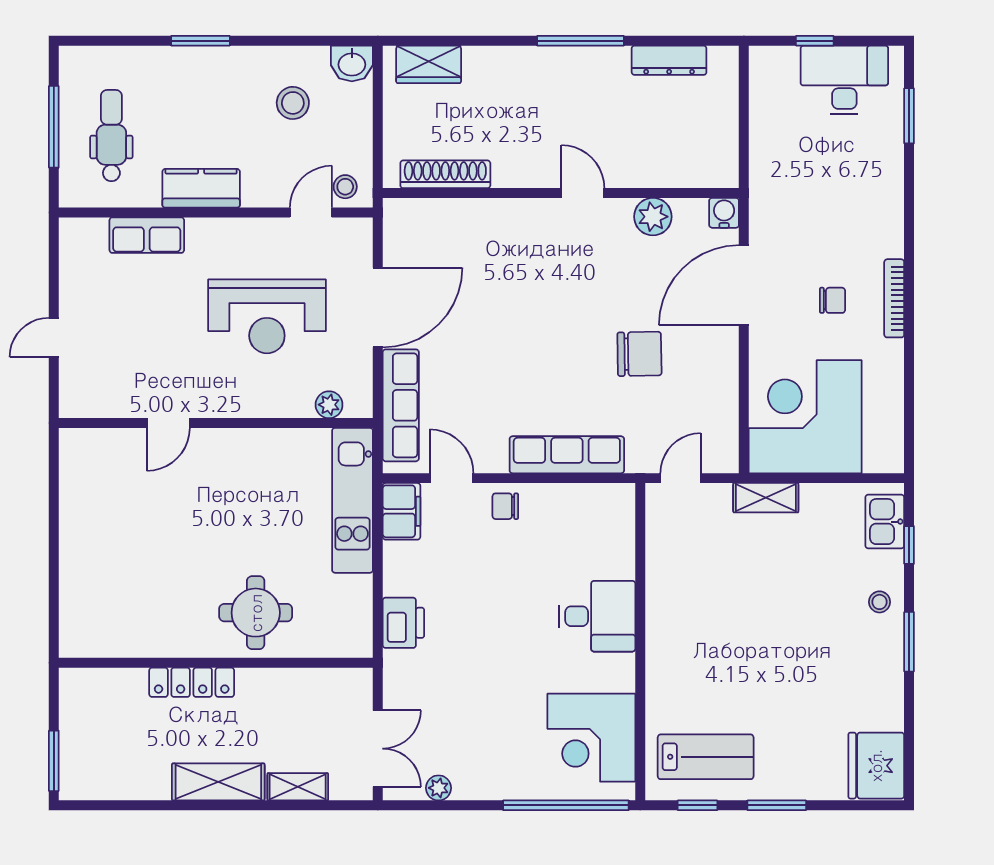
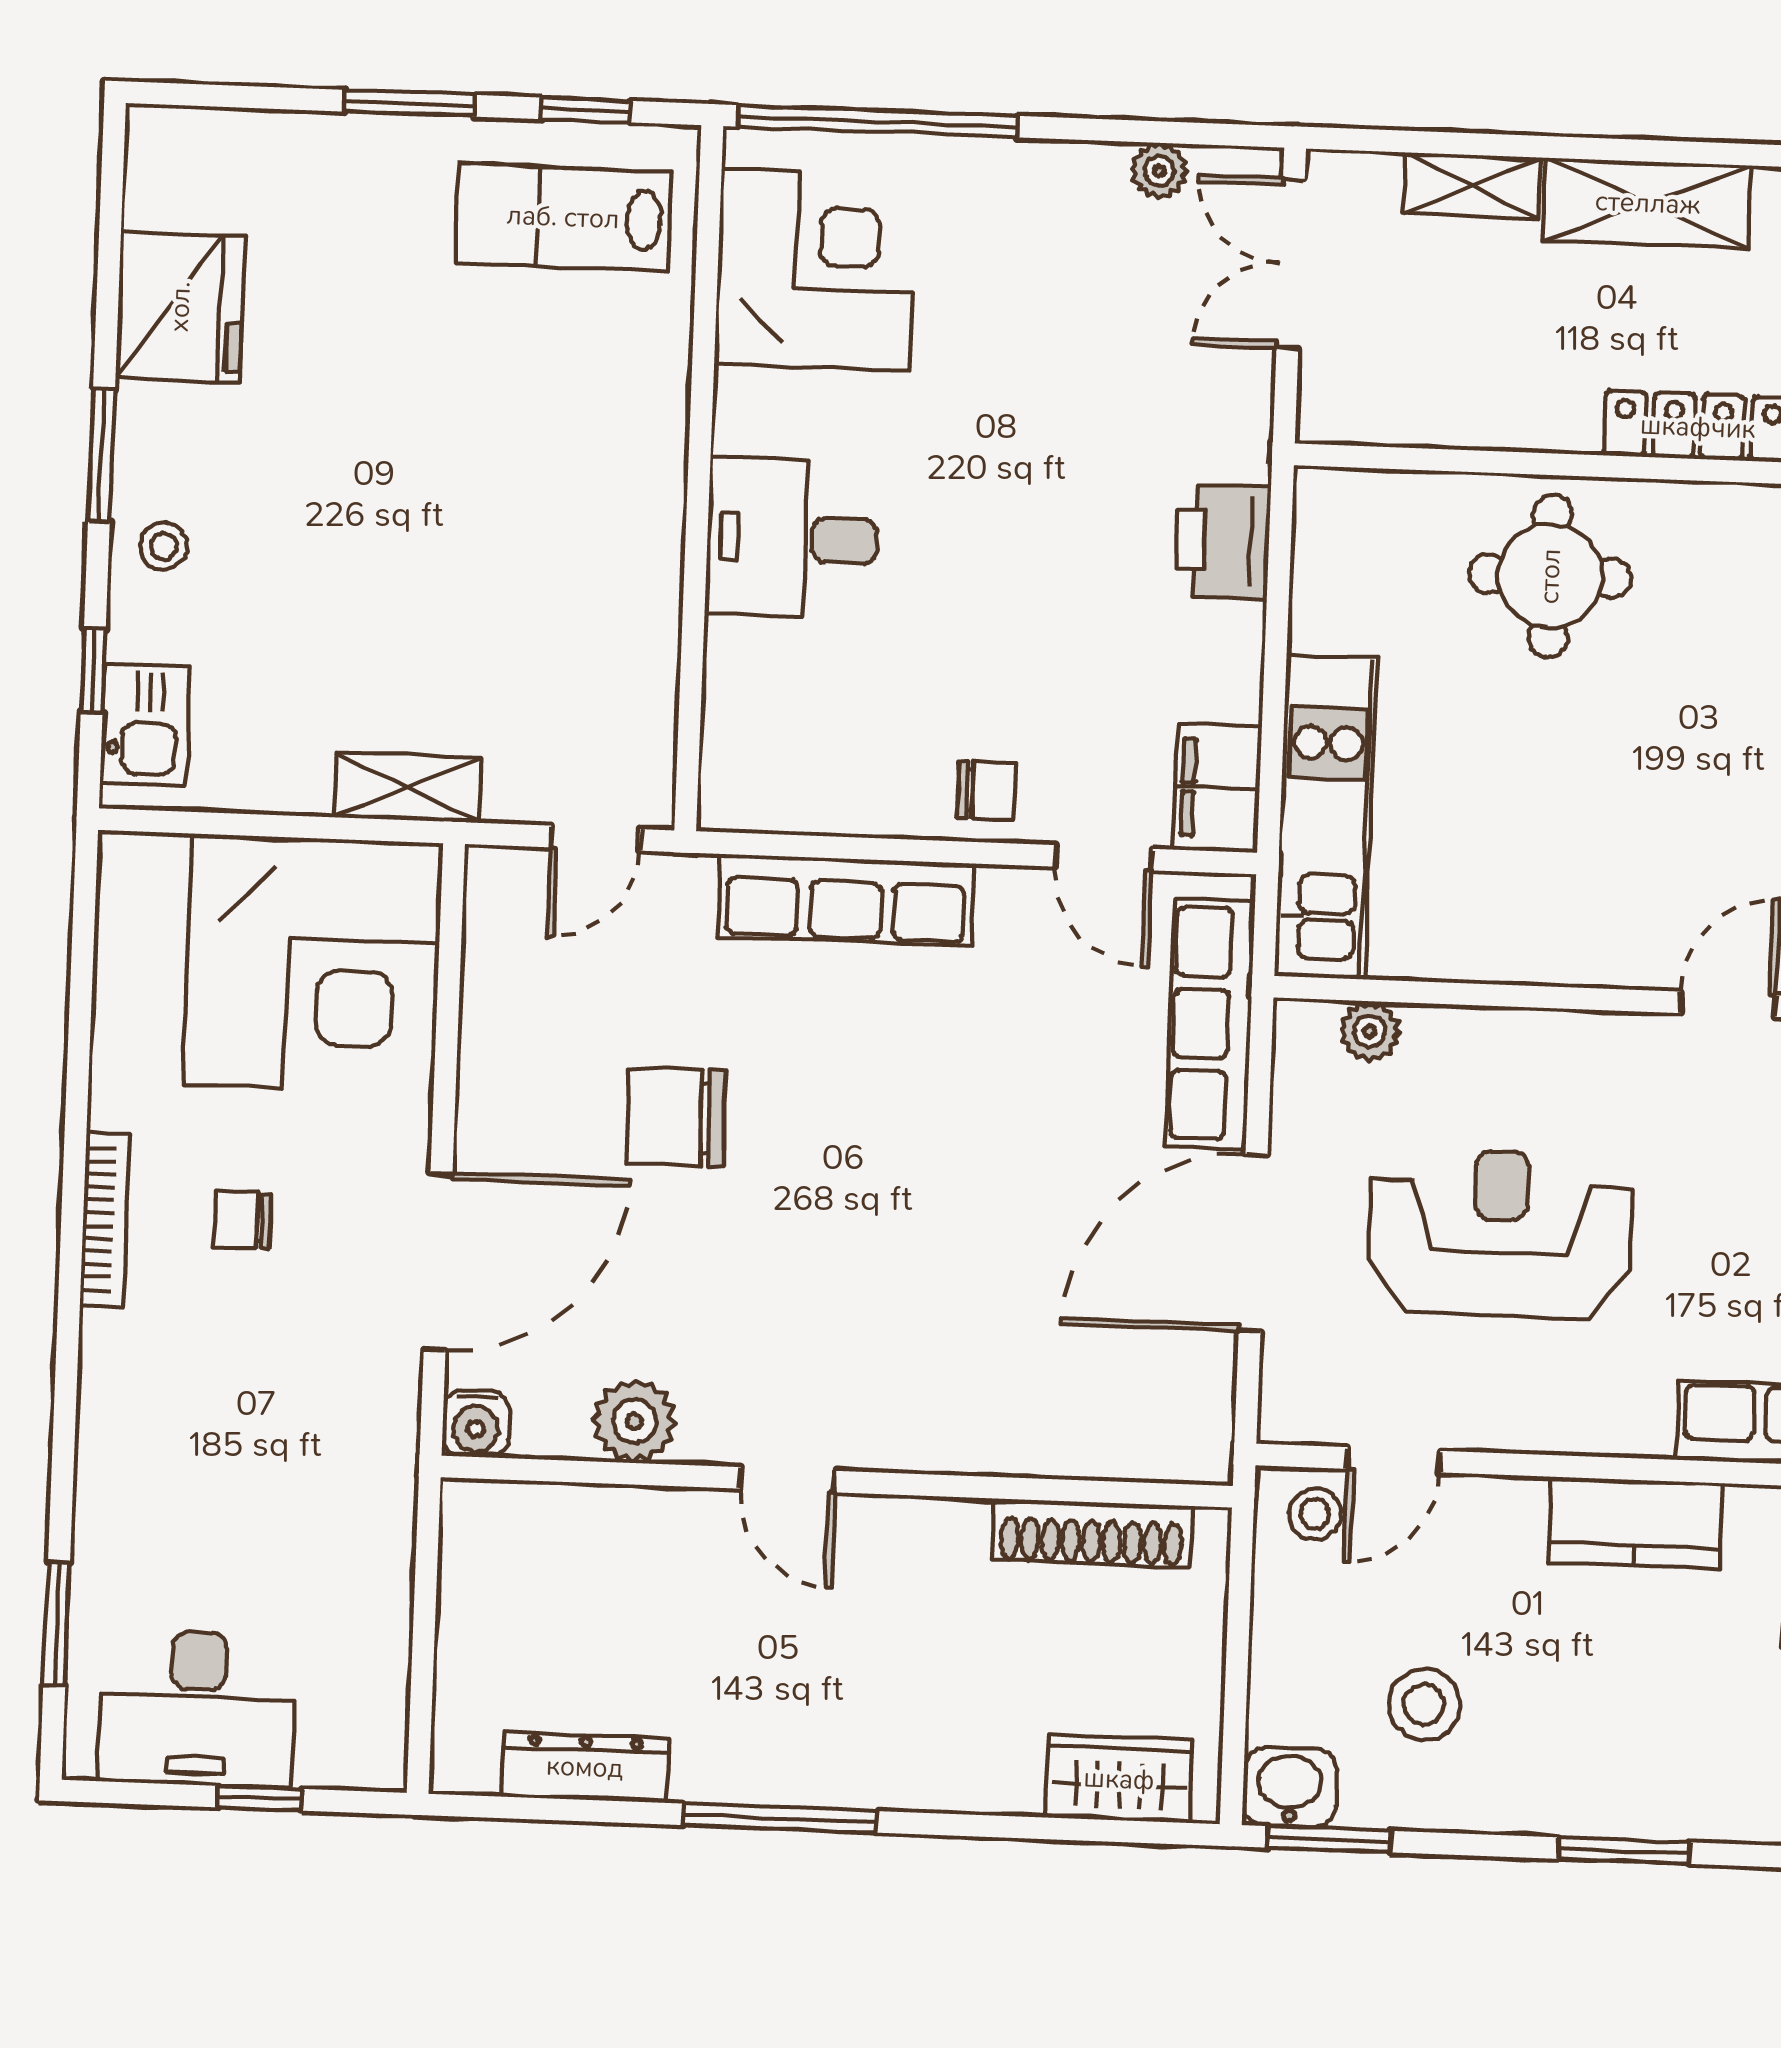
window: (333, 41) -> (1329, 1839), added
fridge: (876, 766) -> (180, 307), moved

